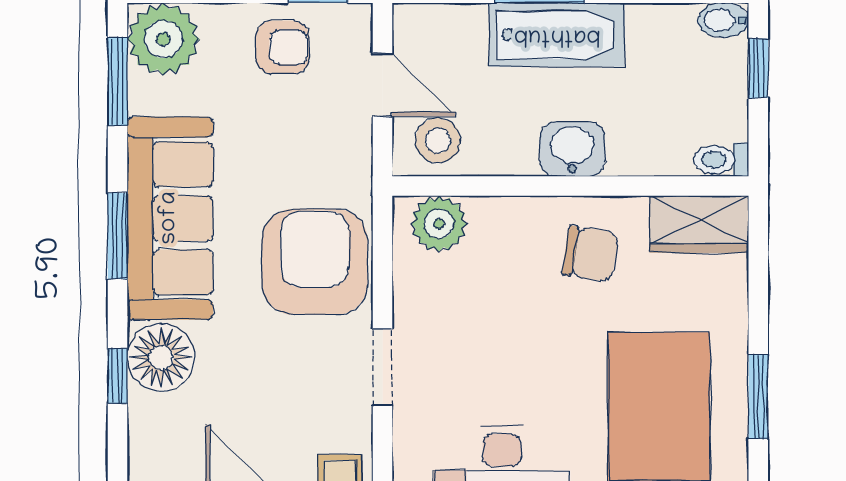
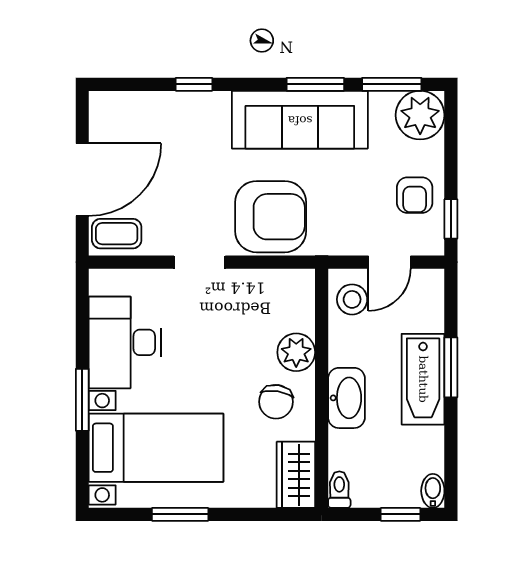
washbasin: (572, 149) -> (346, 398), width x1.38
plant: (439, 224) -> (296, 352), moved
window: (117, 236) -> (315, 84), moved
floor lamp: (161, 358) -> (206, 114), removed

